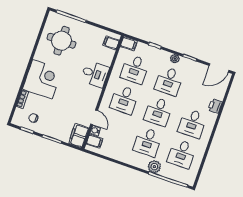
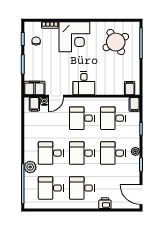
round table: (61, 41) -> (116, 42), turned -30
desk: (95, 74) -> (84, 83), moved

